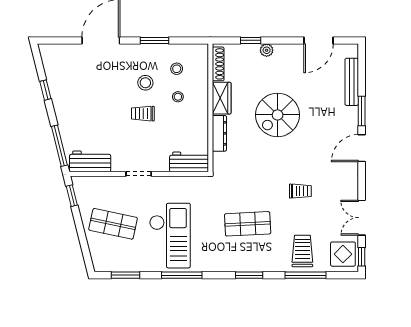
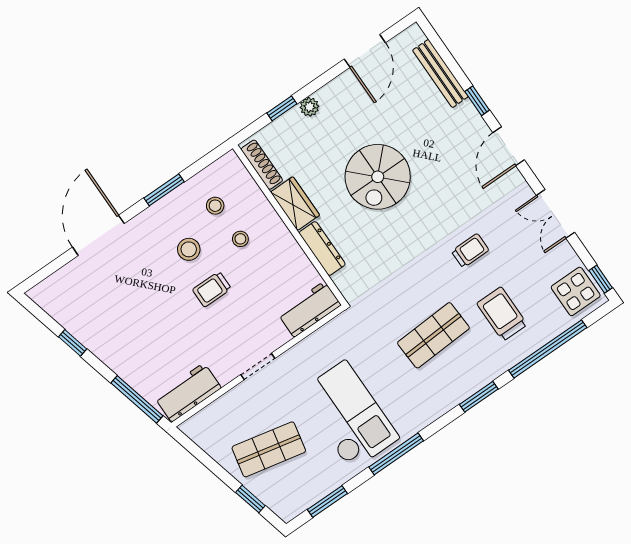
window: (362, 111) -> (477, 101), width x0.67
window: (72, 196) -> (250, 499), moved
double door: (362, 218) -> (555, 214), moved
trolley: (302, 251) -> (502, 314), moved
window: (306, 275) -> (548, 349), width x1.46

